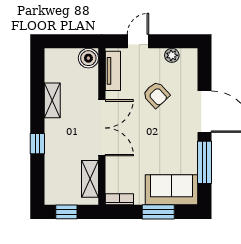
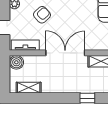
shelving: (52, 100) -> (29, 88), moved
window: (37, 144) -> (87, 98), moved

